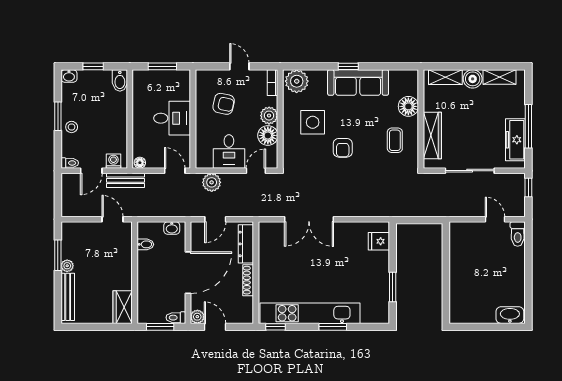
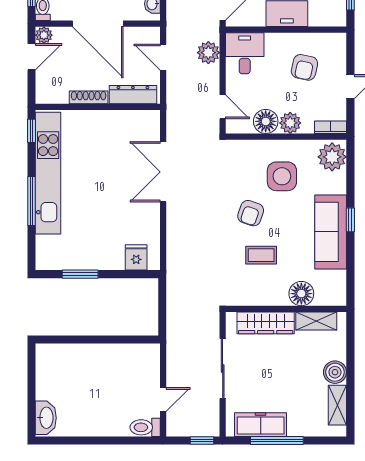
shelving: (445, 77) -> (316, 321), moved, turned 90
coffee table: (395, 140) -> (261, 255), moved
armchair: (343, 148) -> (251, 213), turned -71
desk: (229, 151) -> (245, 53), moved, turned 90
window: (333, 327) -> (32, 201), width x1.44

